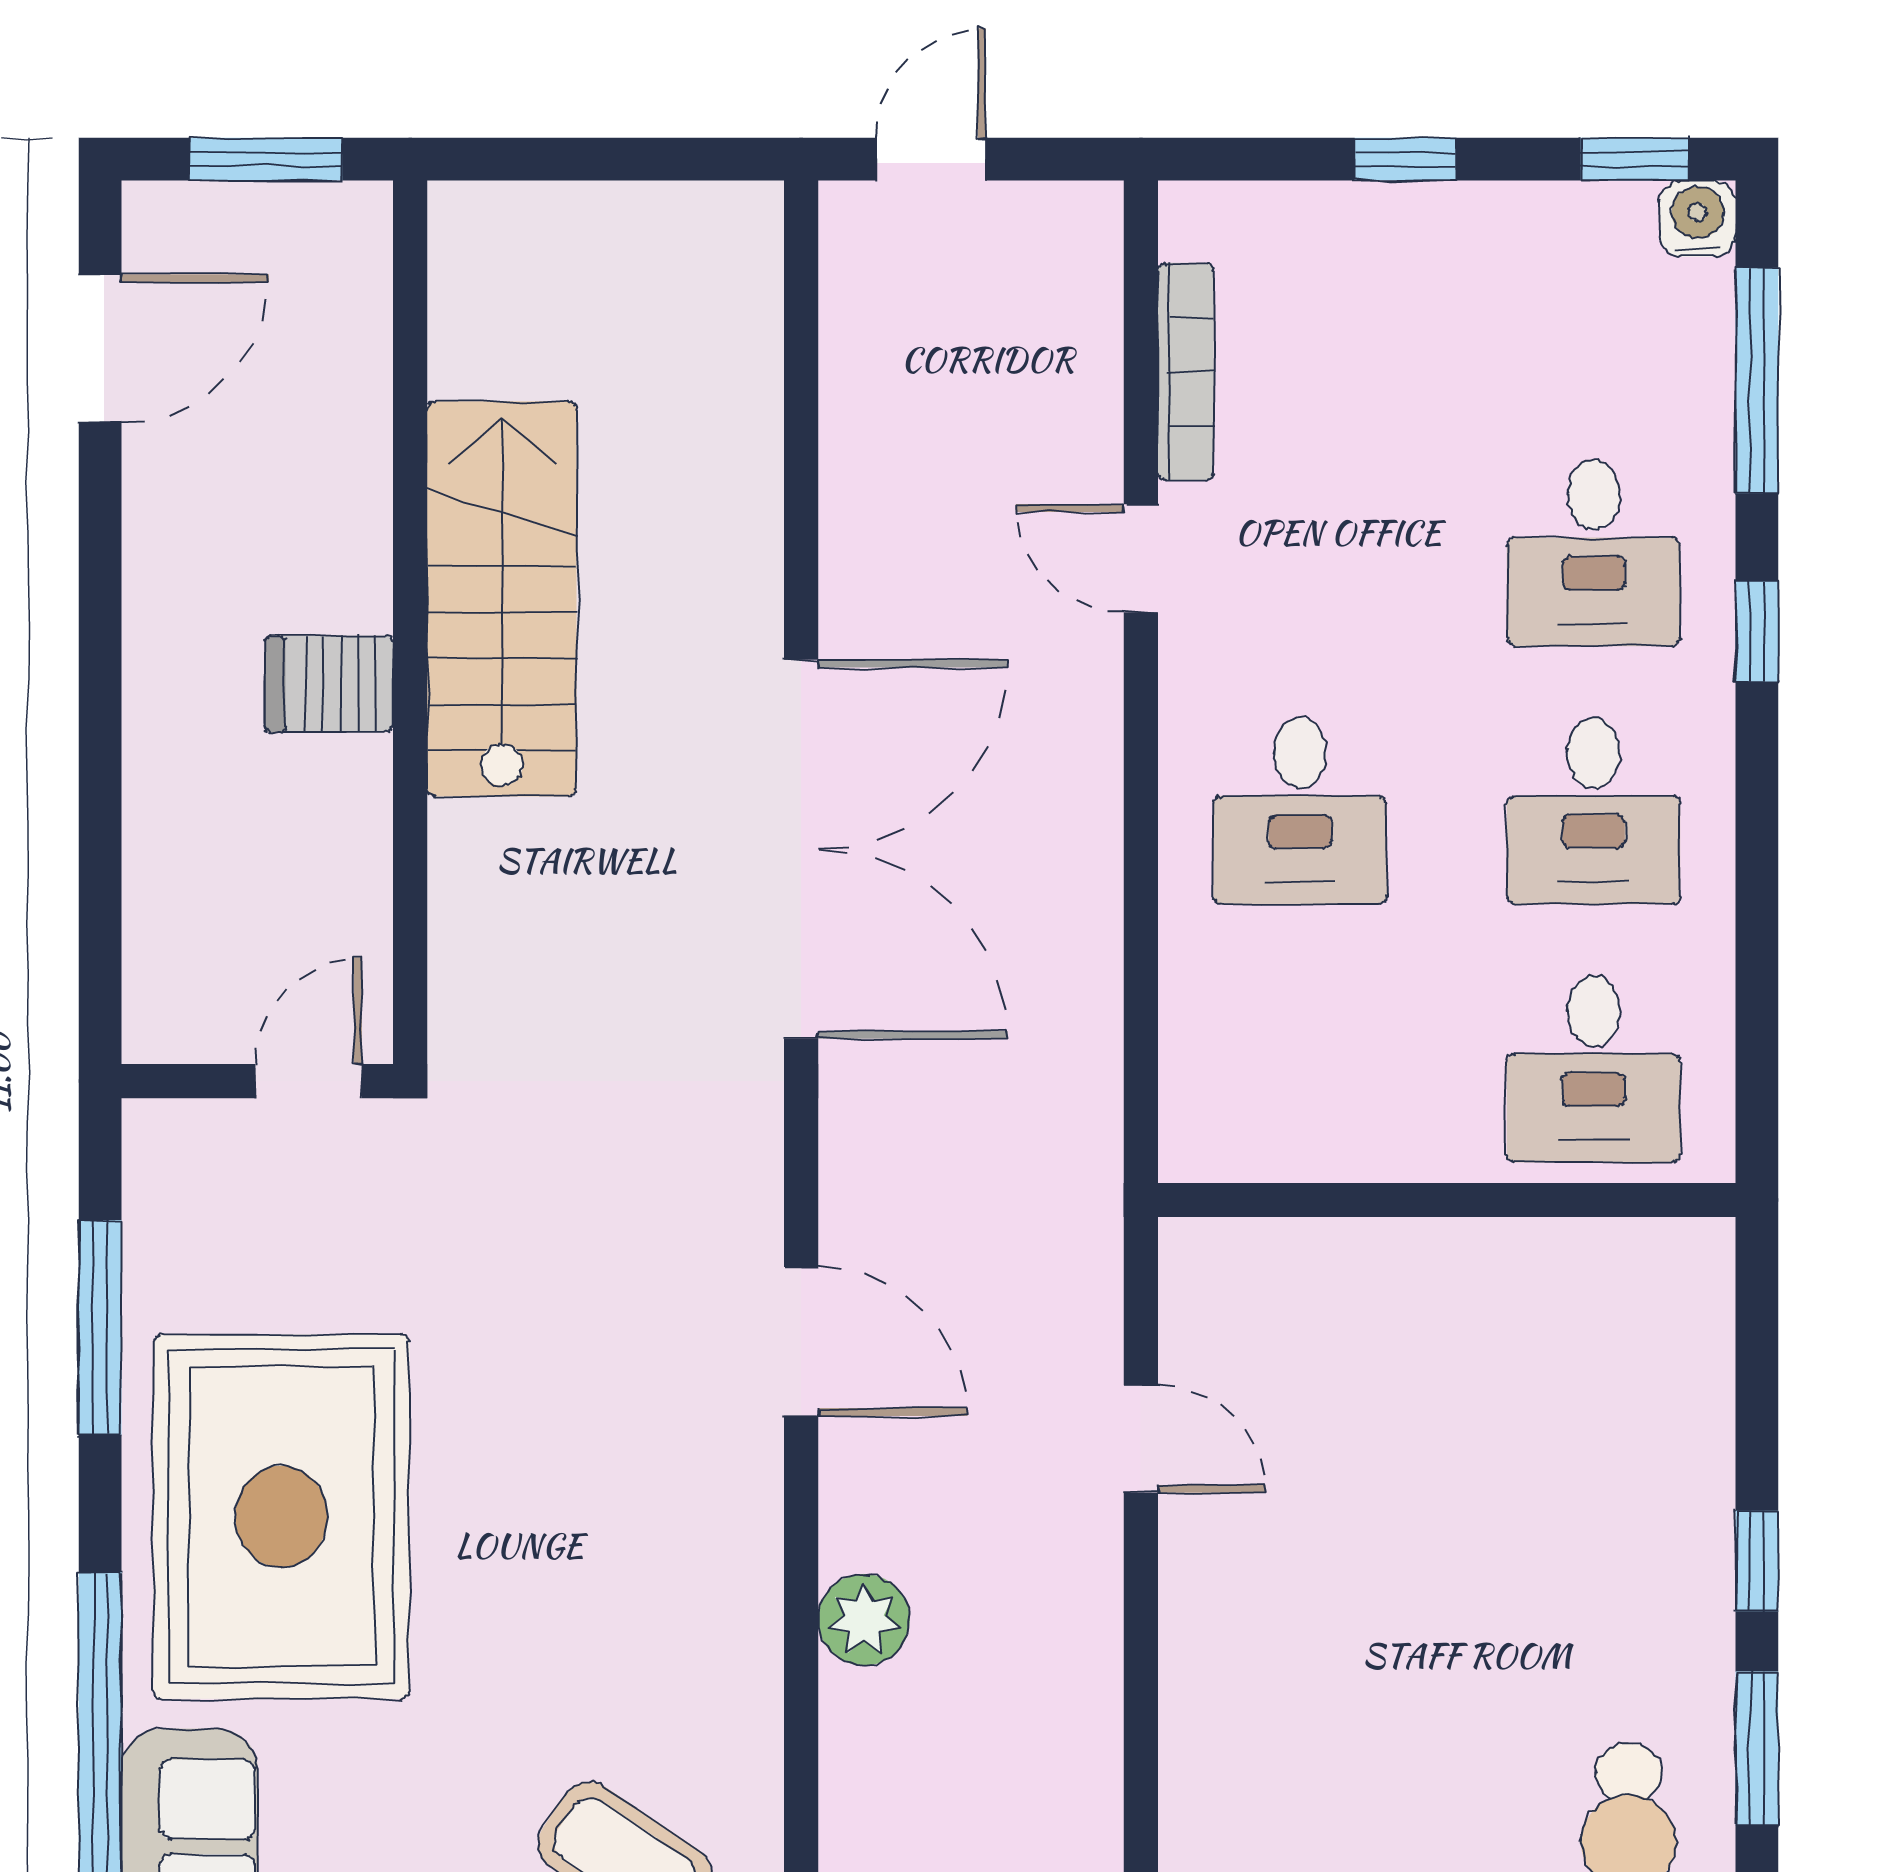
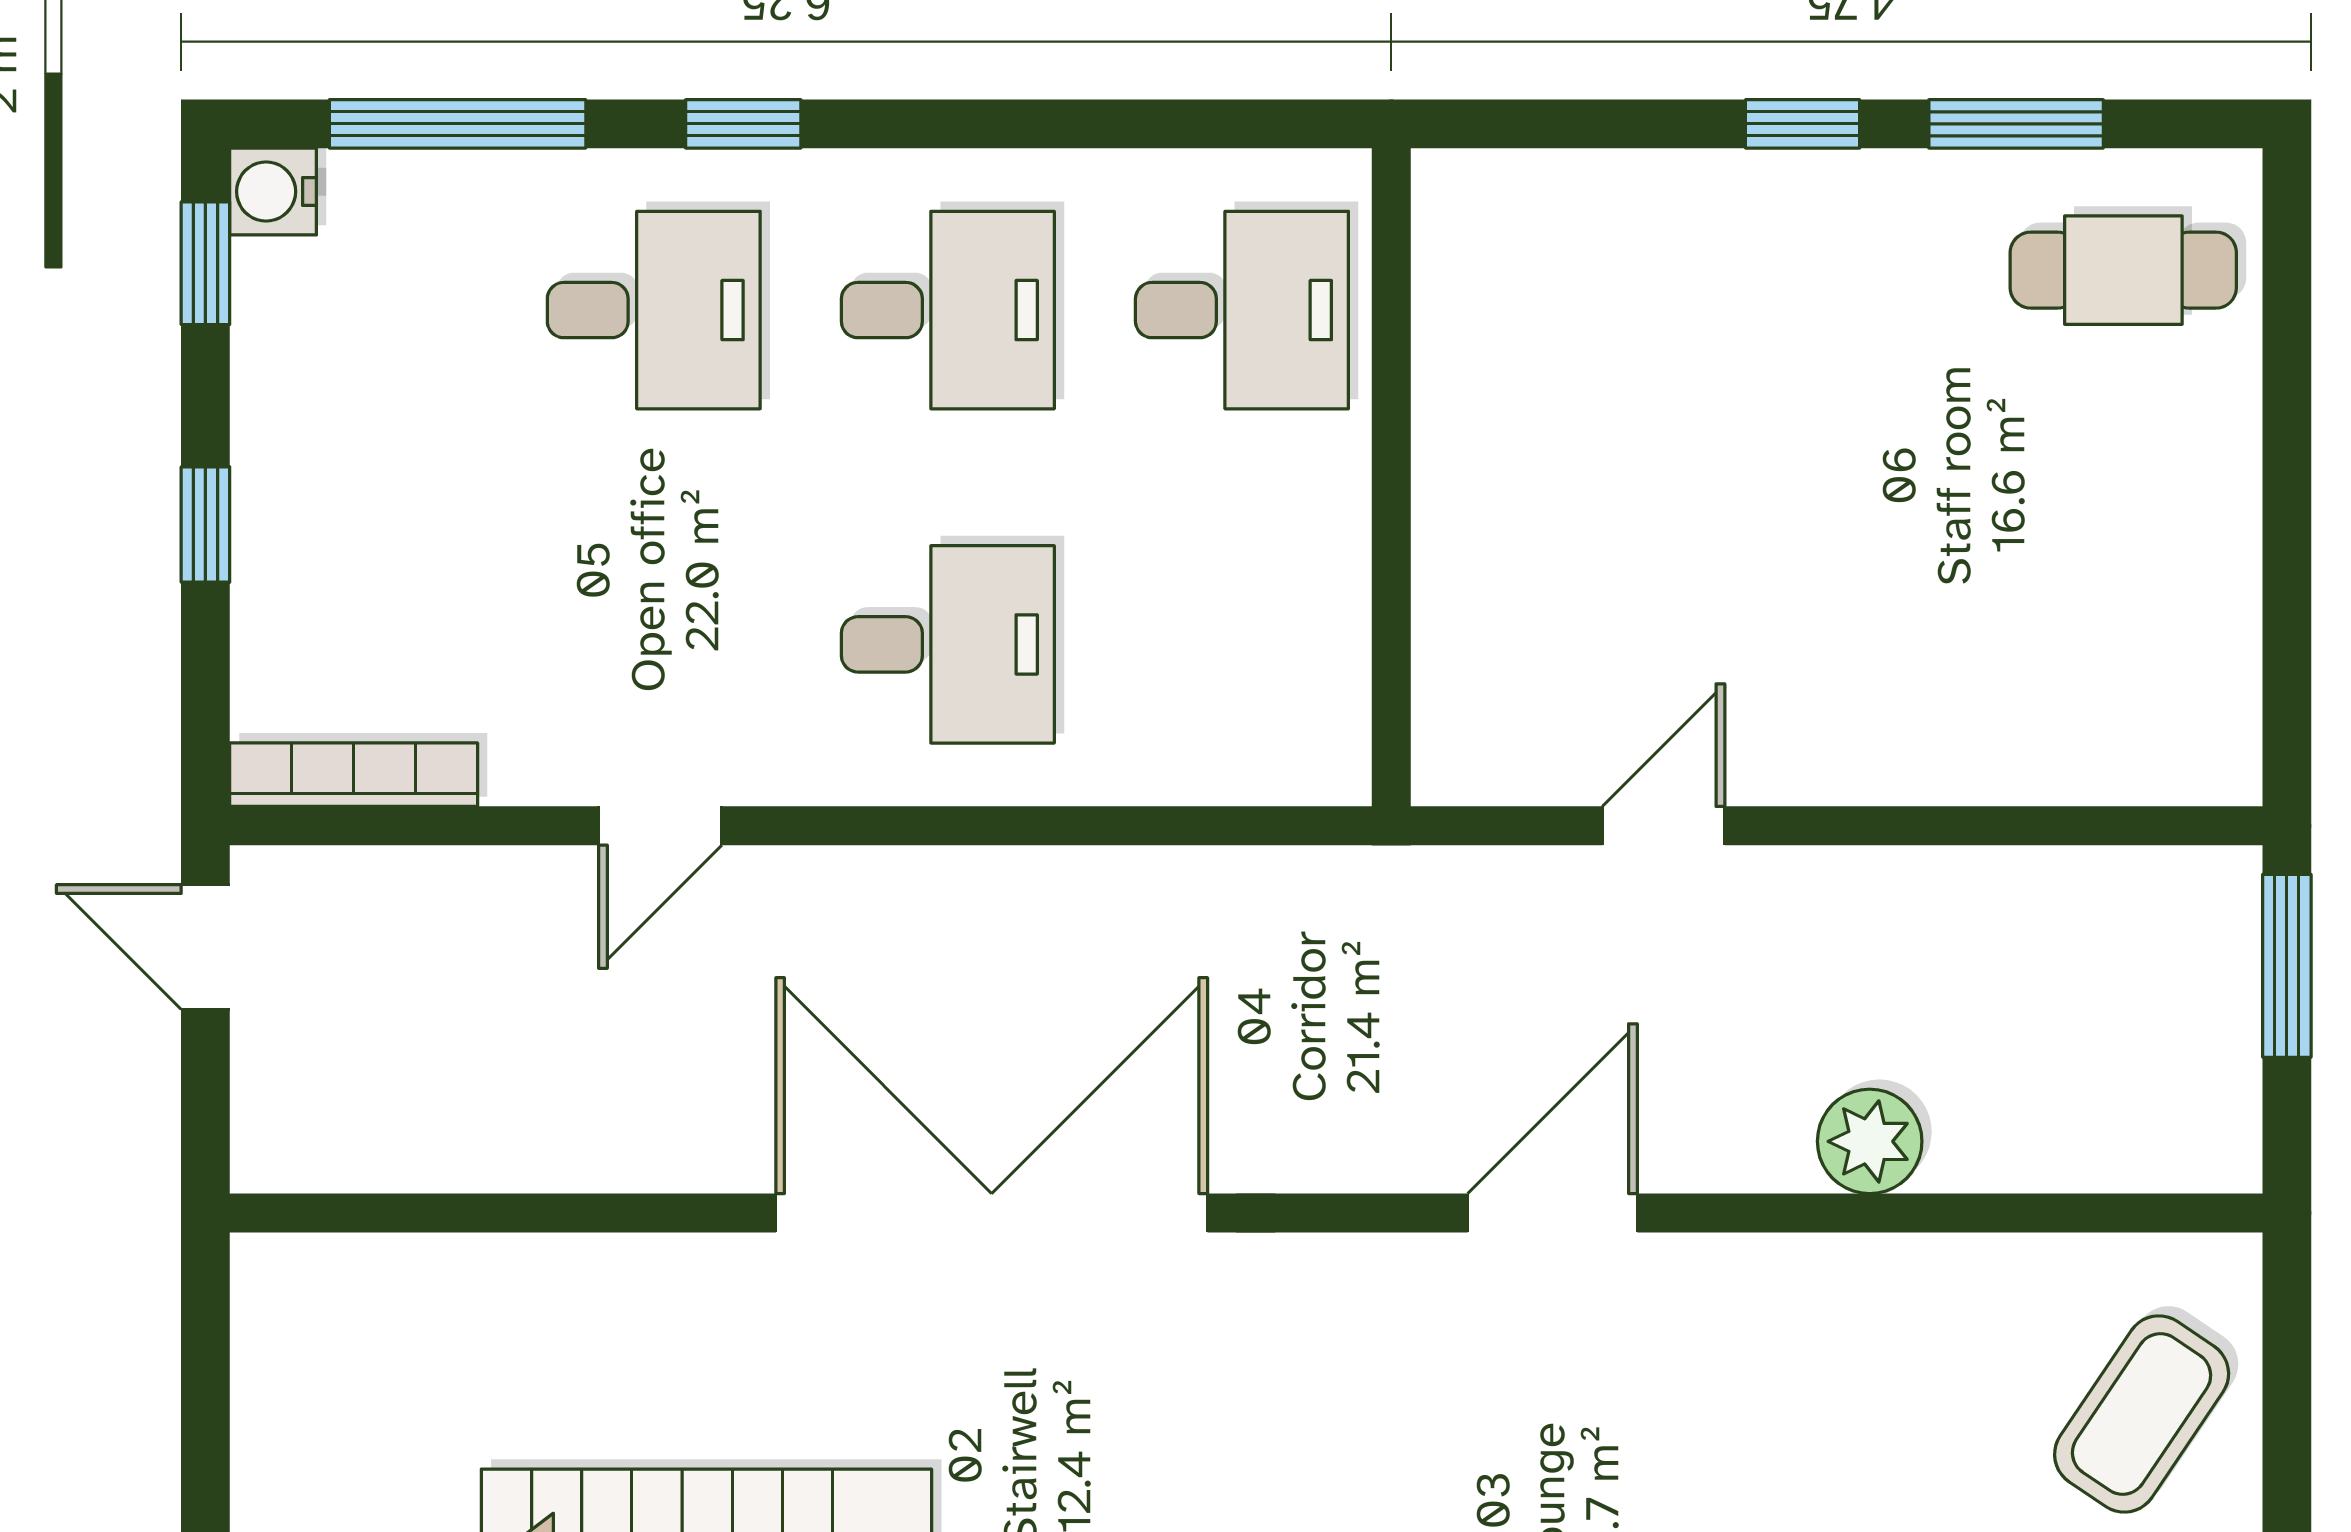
door: (931, 159) -> (205, 947), moved
bookcase: (1186, 372) -> (354, 775), moved

